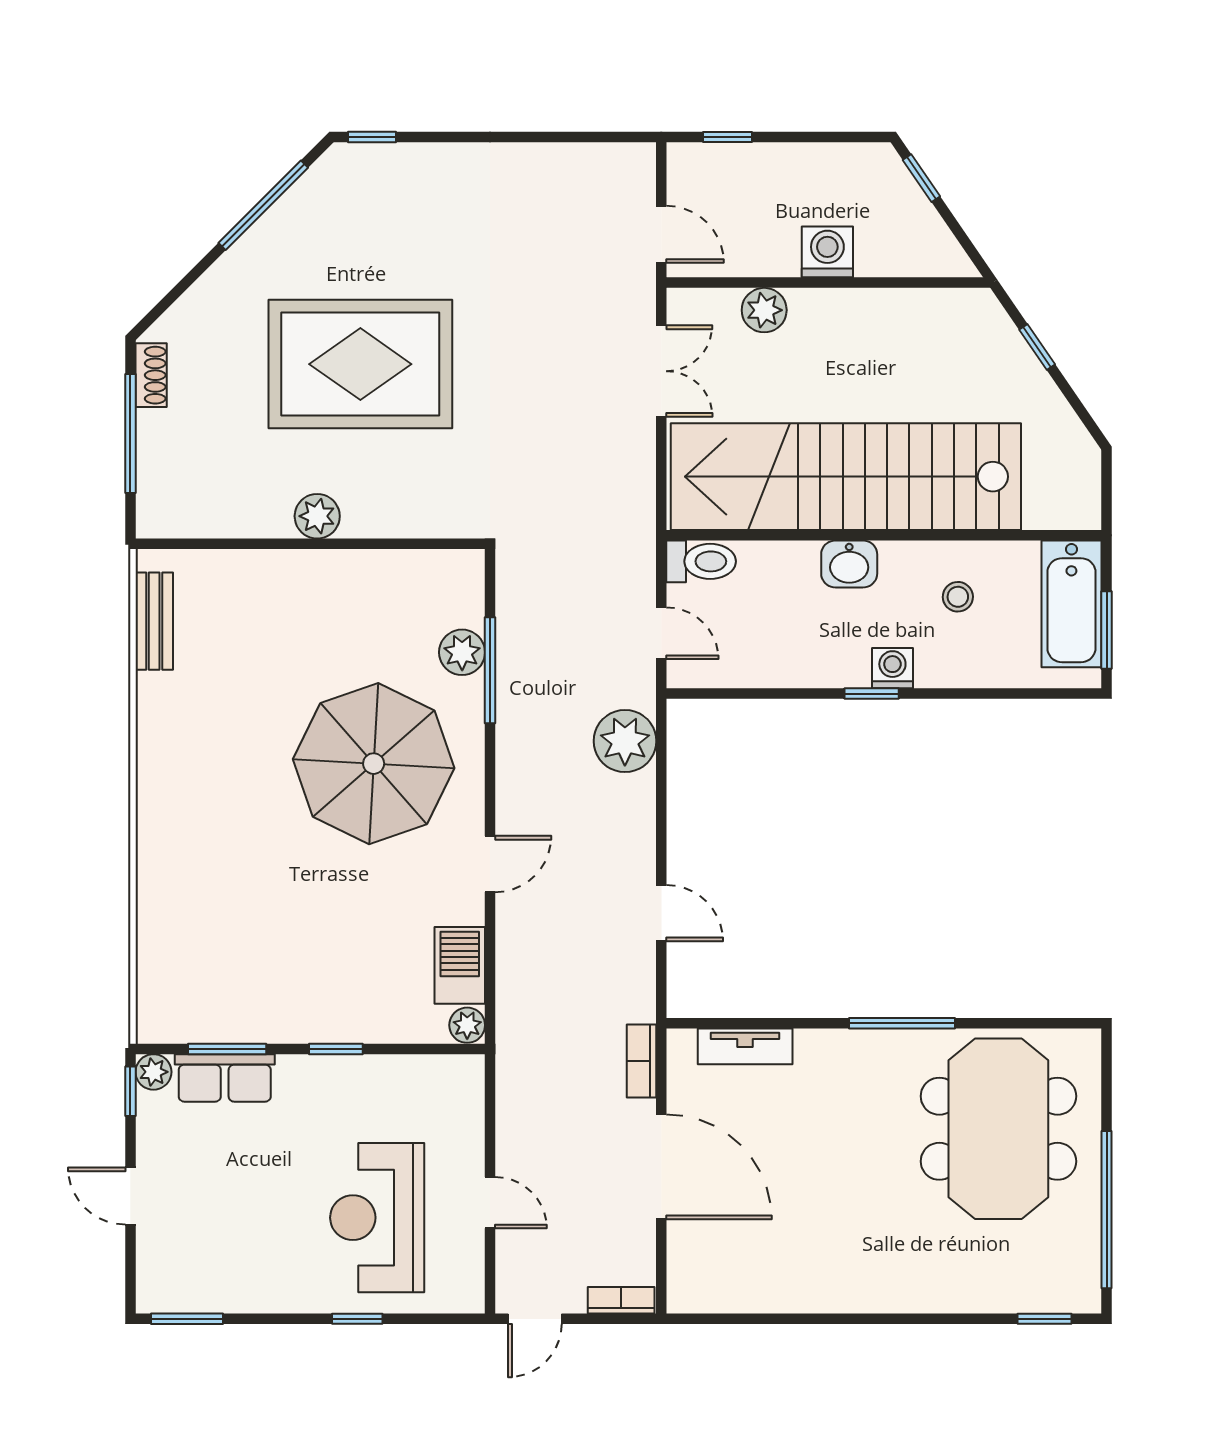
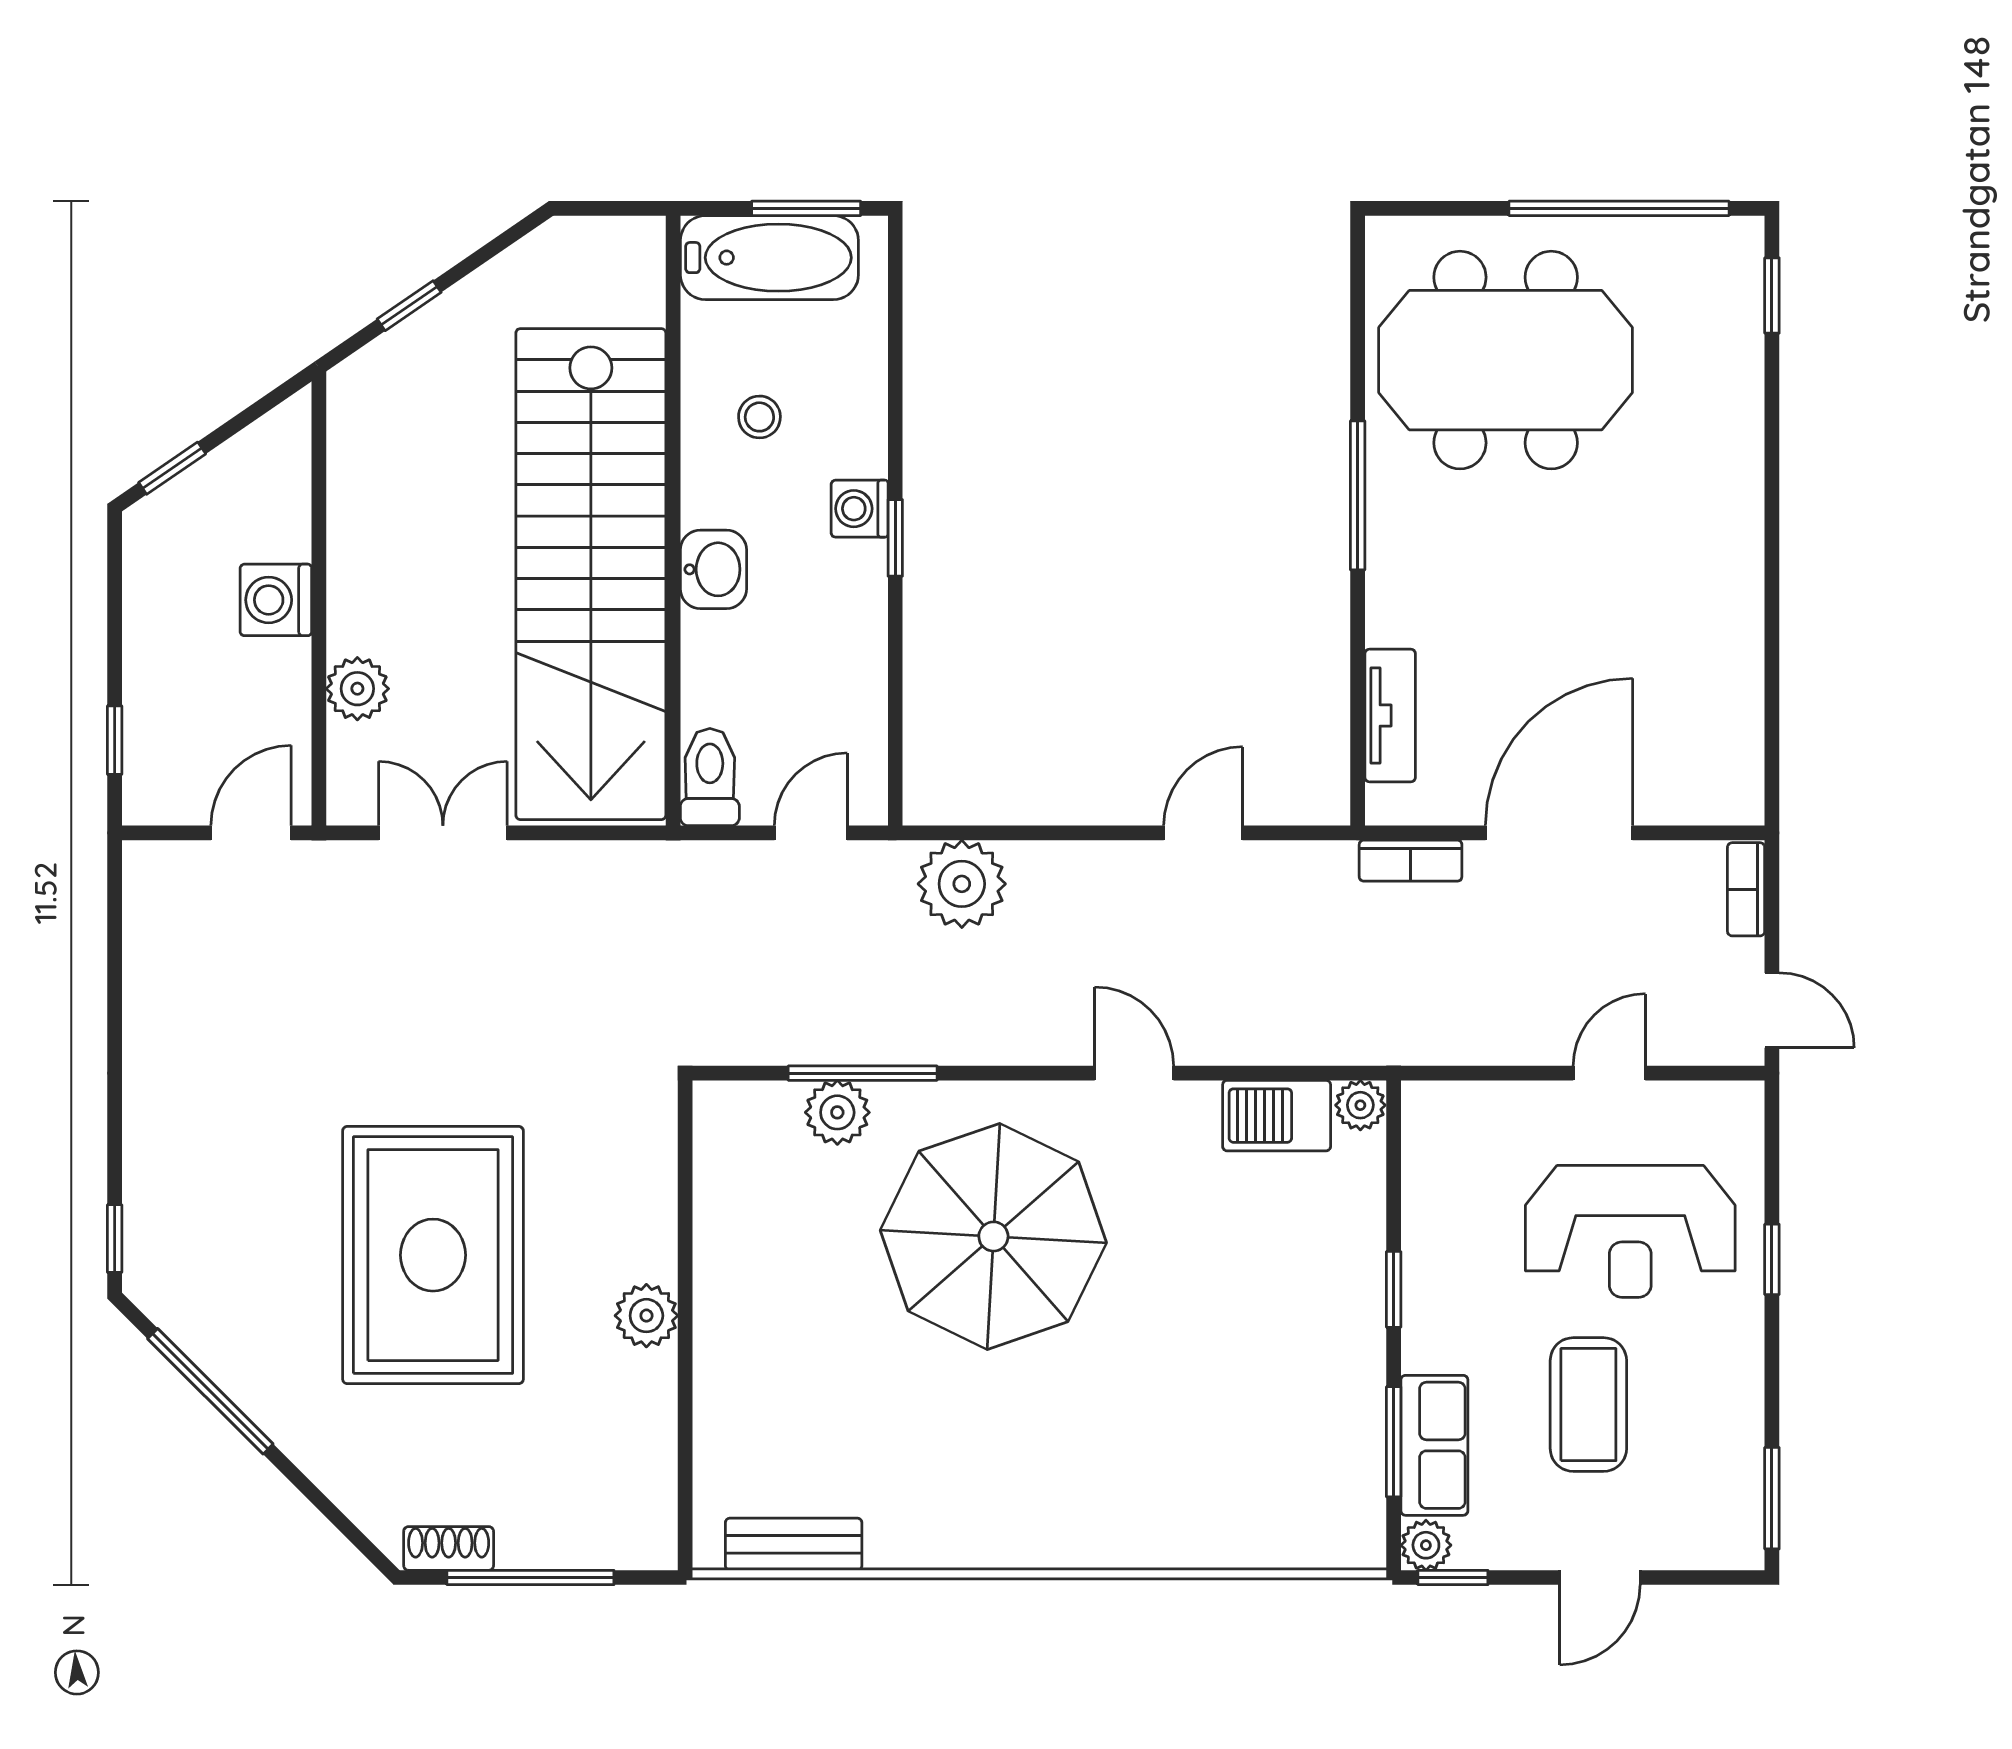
coffee table: (254, 1188) -> (1588, 1405), added

